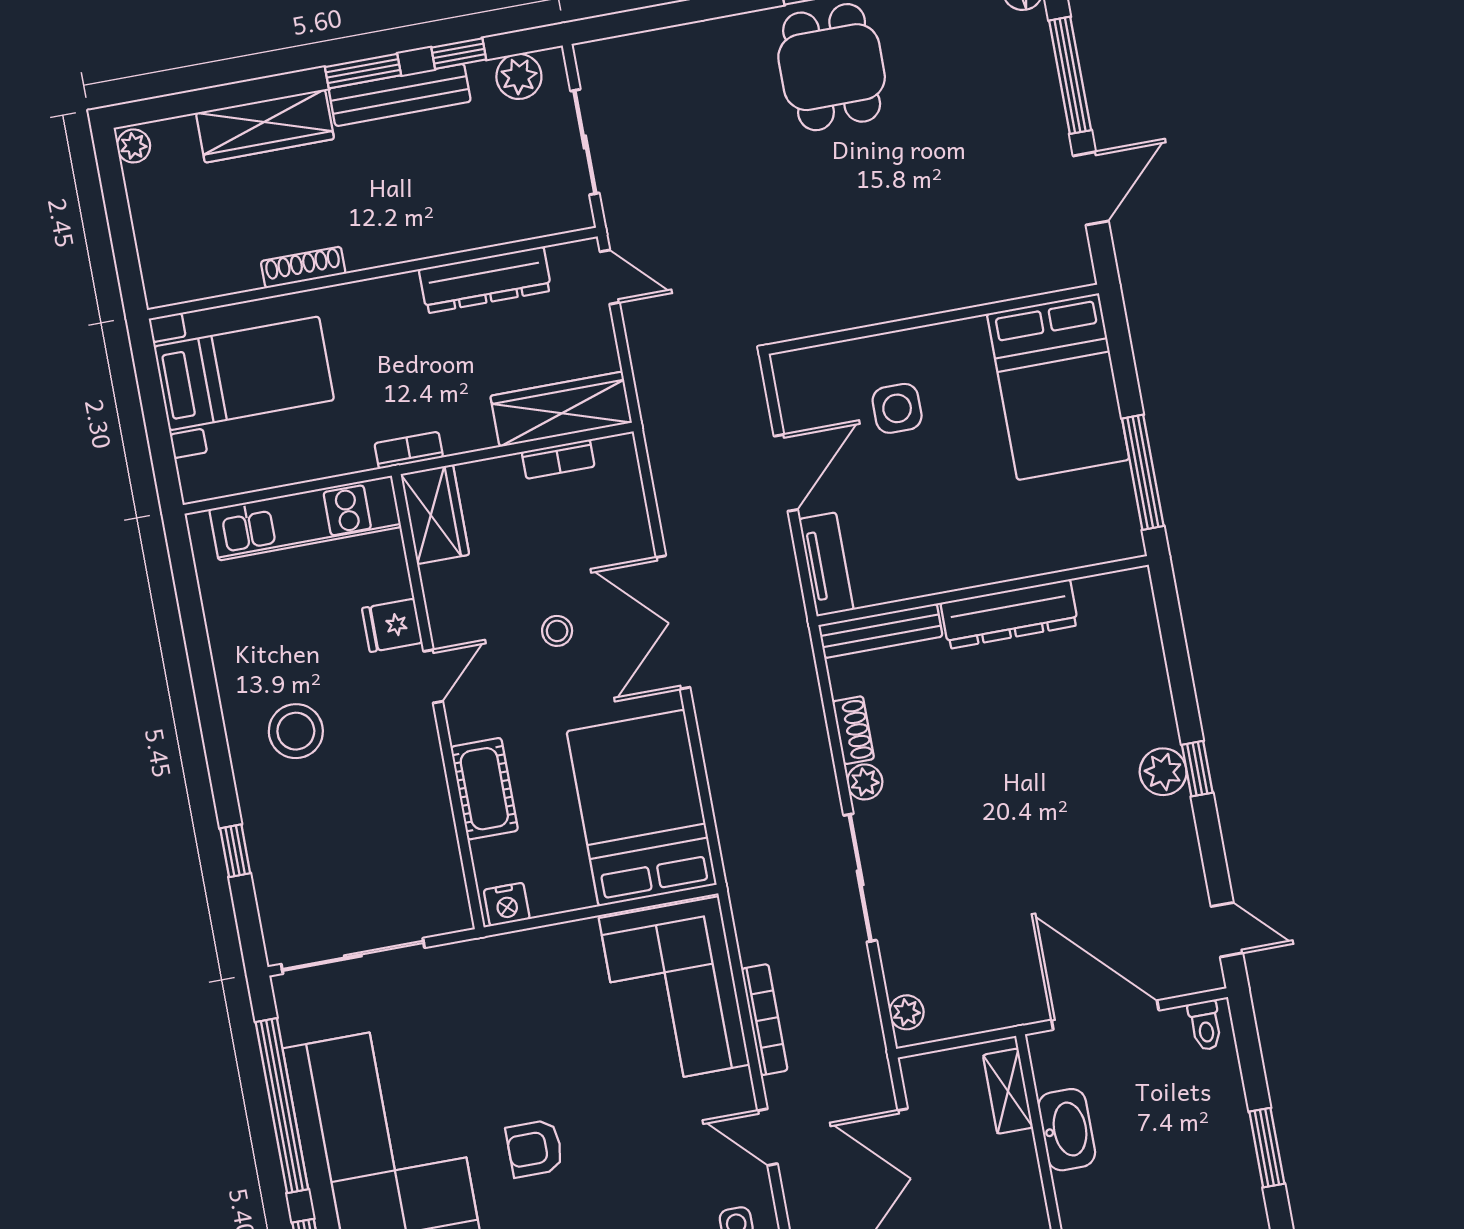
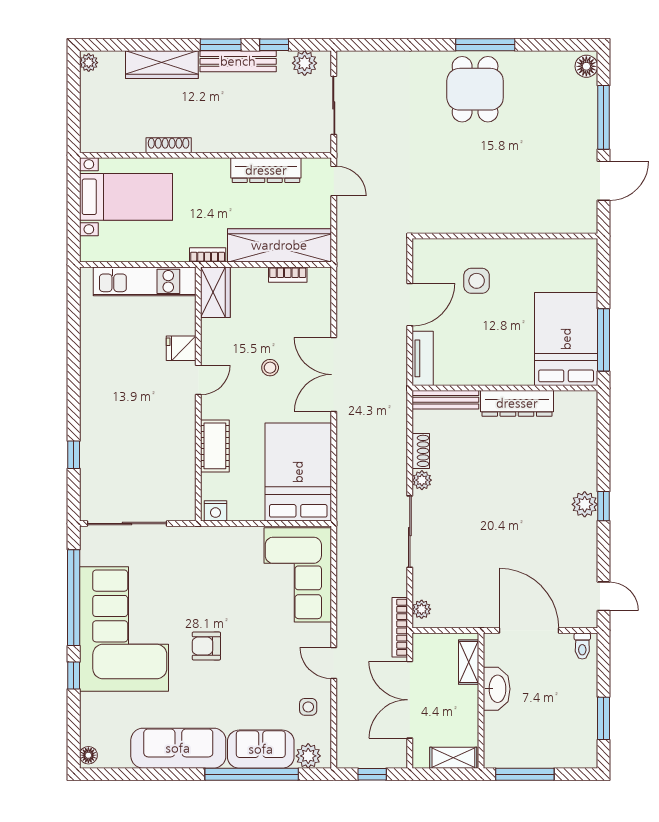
bed: (1058, 387) -> (566, 339), moved, turned 180
wardrobe: (561, 409) -> (279, 245), width x1.40, depth x1.17
stool: (296, 731) -> (118, 396), removed
bookcase: (764, 1020) -> (400, 627), moved, turned 180

